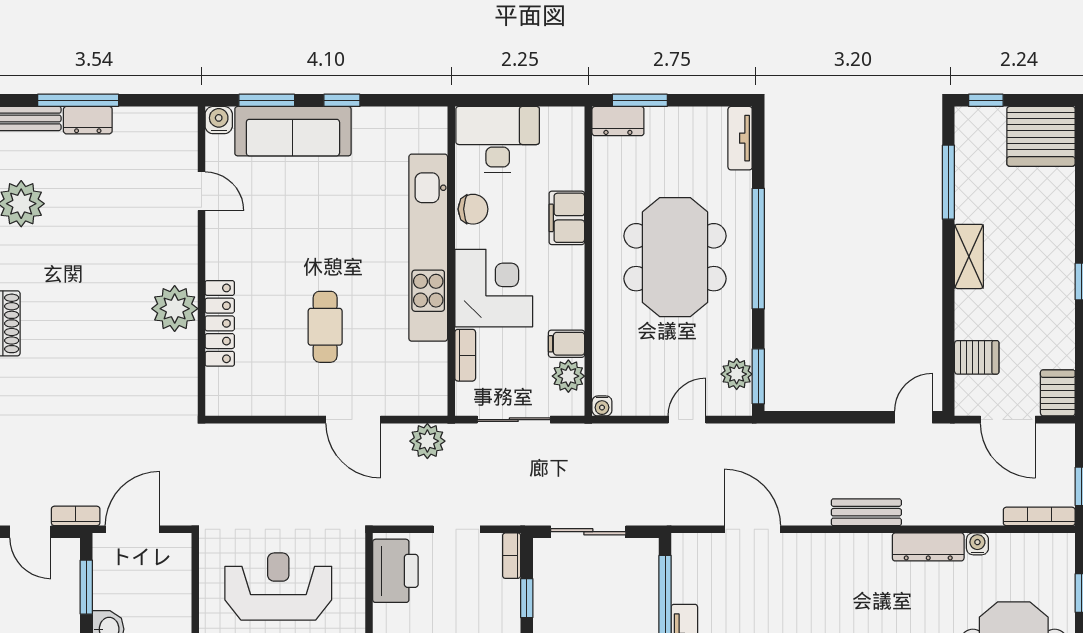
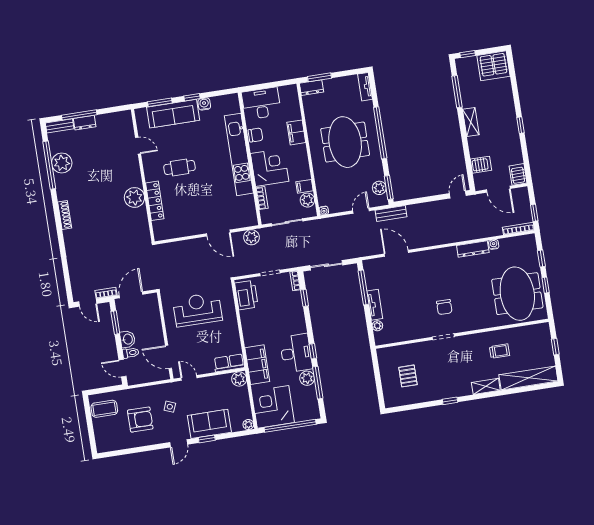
water cooler: (219, 120) -> (204, 104), moved
cafe table: (325, 327) -> (180, 168), moved, turned 90
bench: (866, 512) -> (391, 213), moved

